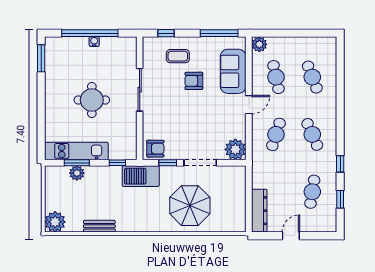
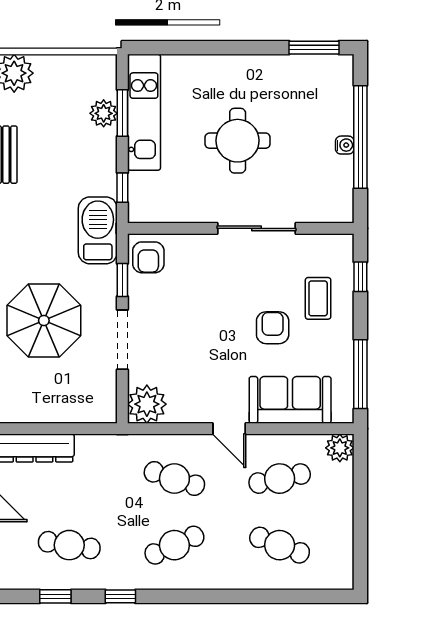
cafe table: (312, 77) -> (280, 545), turned 42

